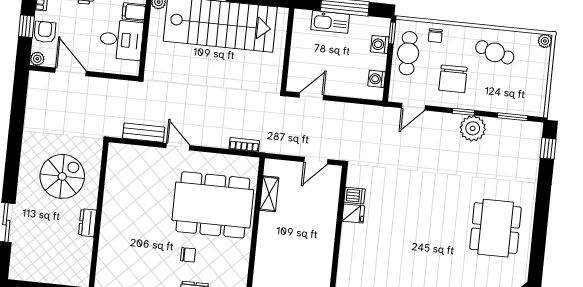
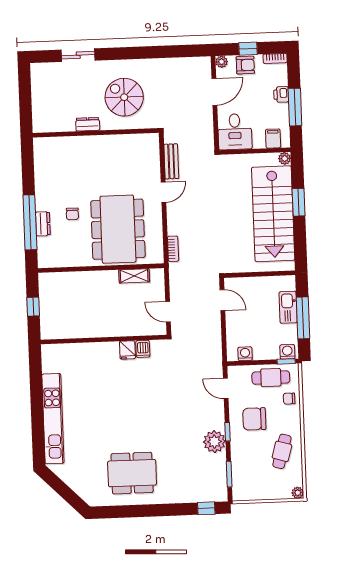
desk: (121, 40) -> (235, 132), moved
washing machine: (380, 44) -> (287, 352), moved
spiral stairs: (62, 176) -> (124, 97), turned 180

